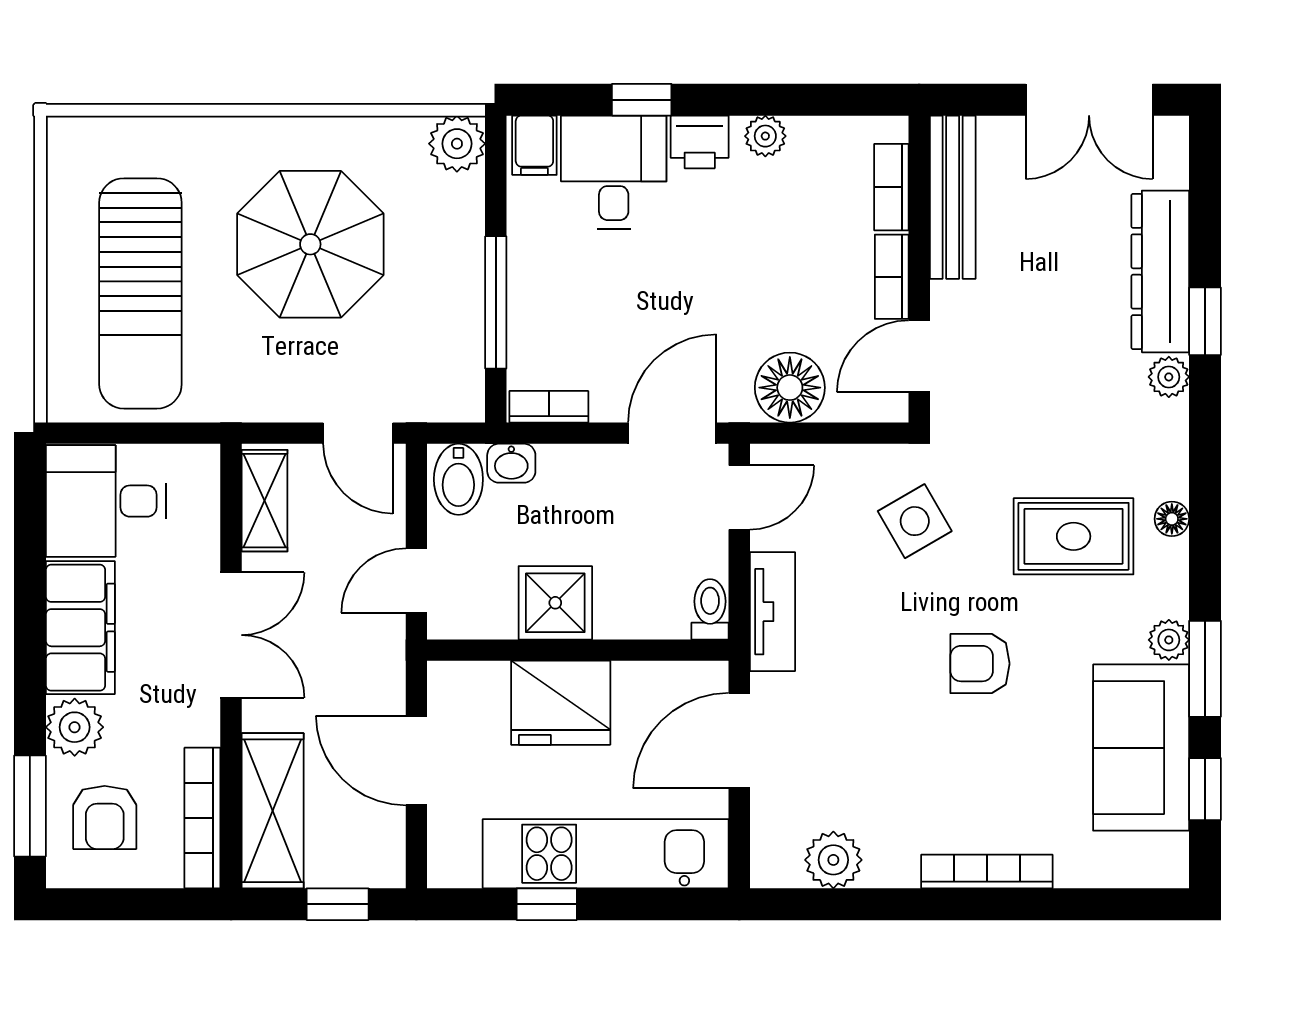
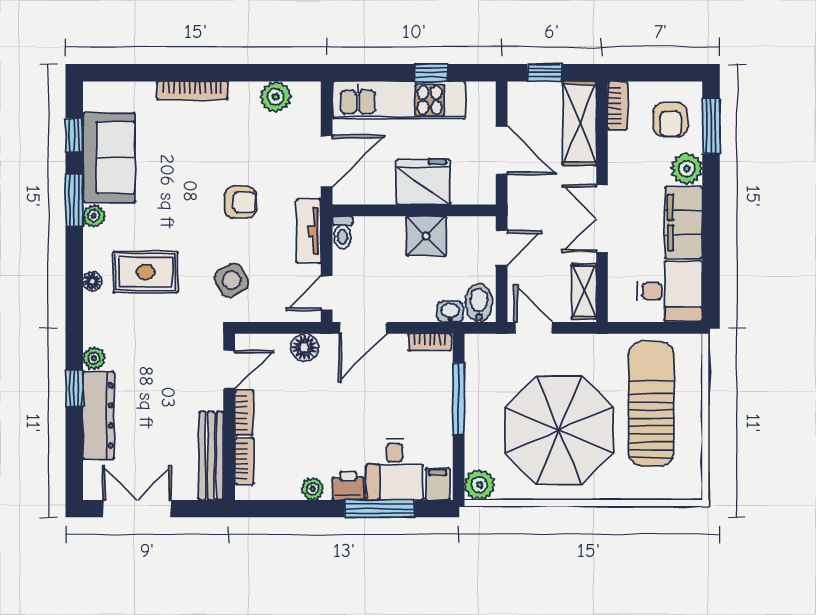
window: (642, 100) -> (380, 509), width x2.17
parasol: (310, 244) -> (559, 430), width x1.36, depth x1.36
floor lamp: (790, 388) -> (304, 347), width x0.73, depth x0.73
armchair: (980, 664) -> (240, 202), moved
armchair: (105, 818) -> (670, 120), turned 180
bookcase: (202, 818) -> (617, 106), width x0.64

